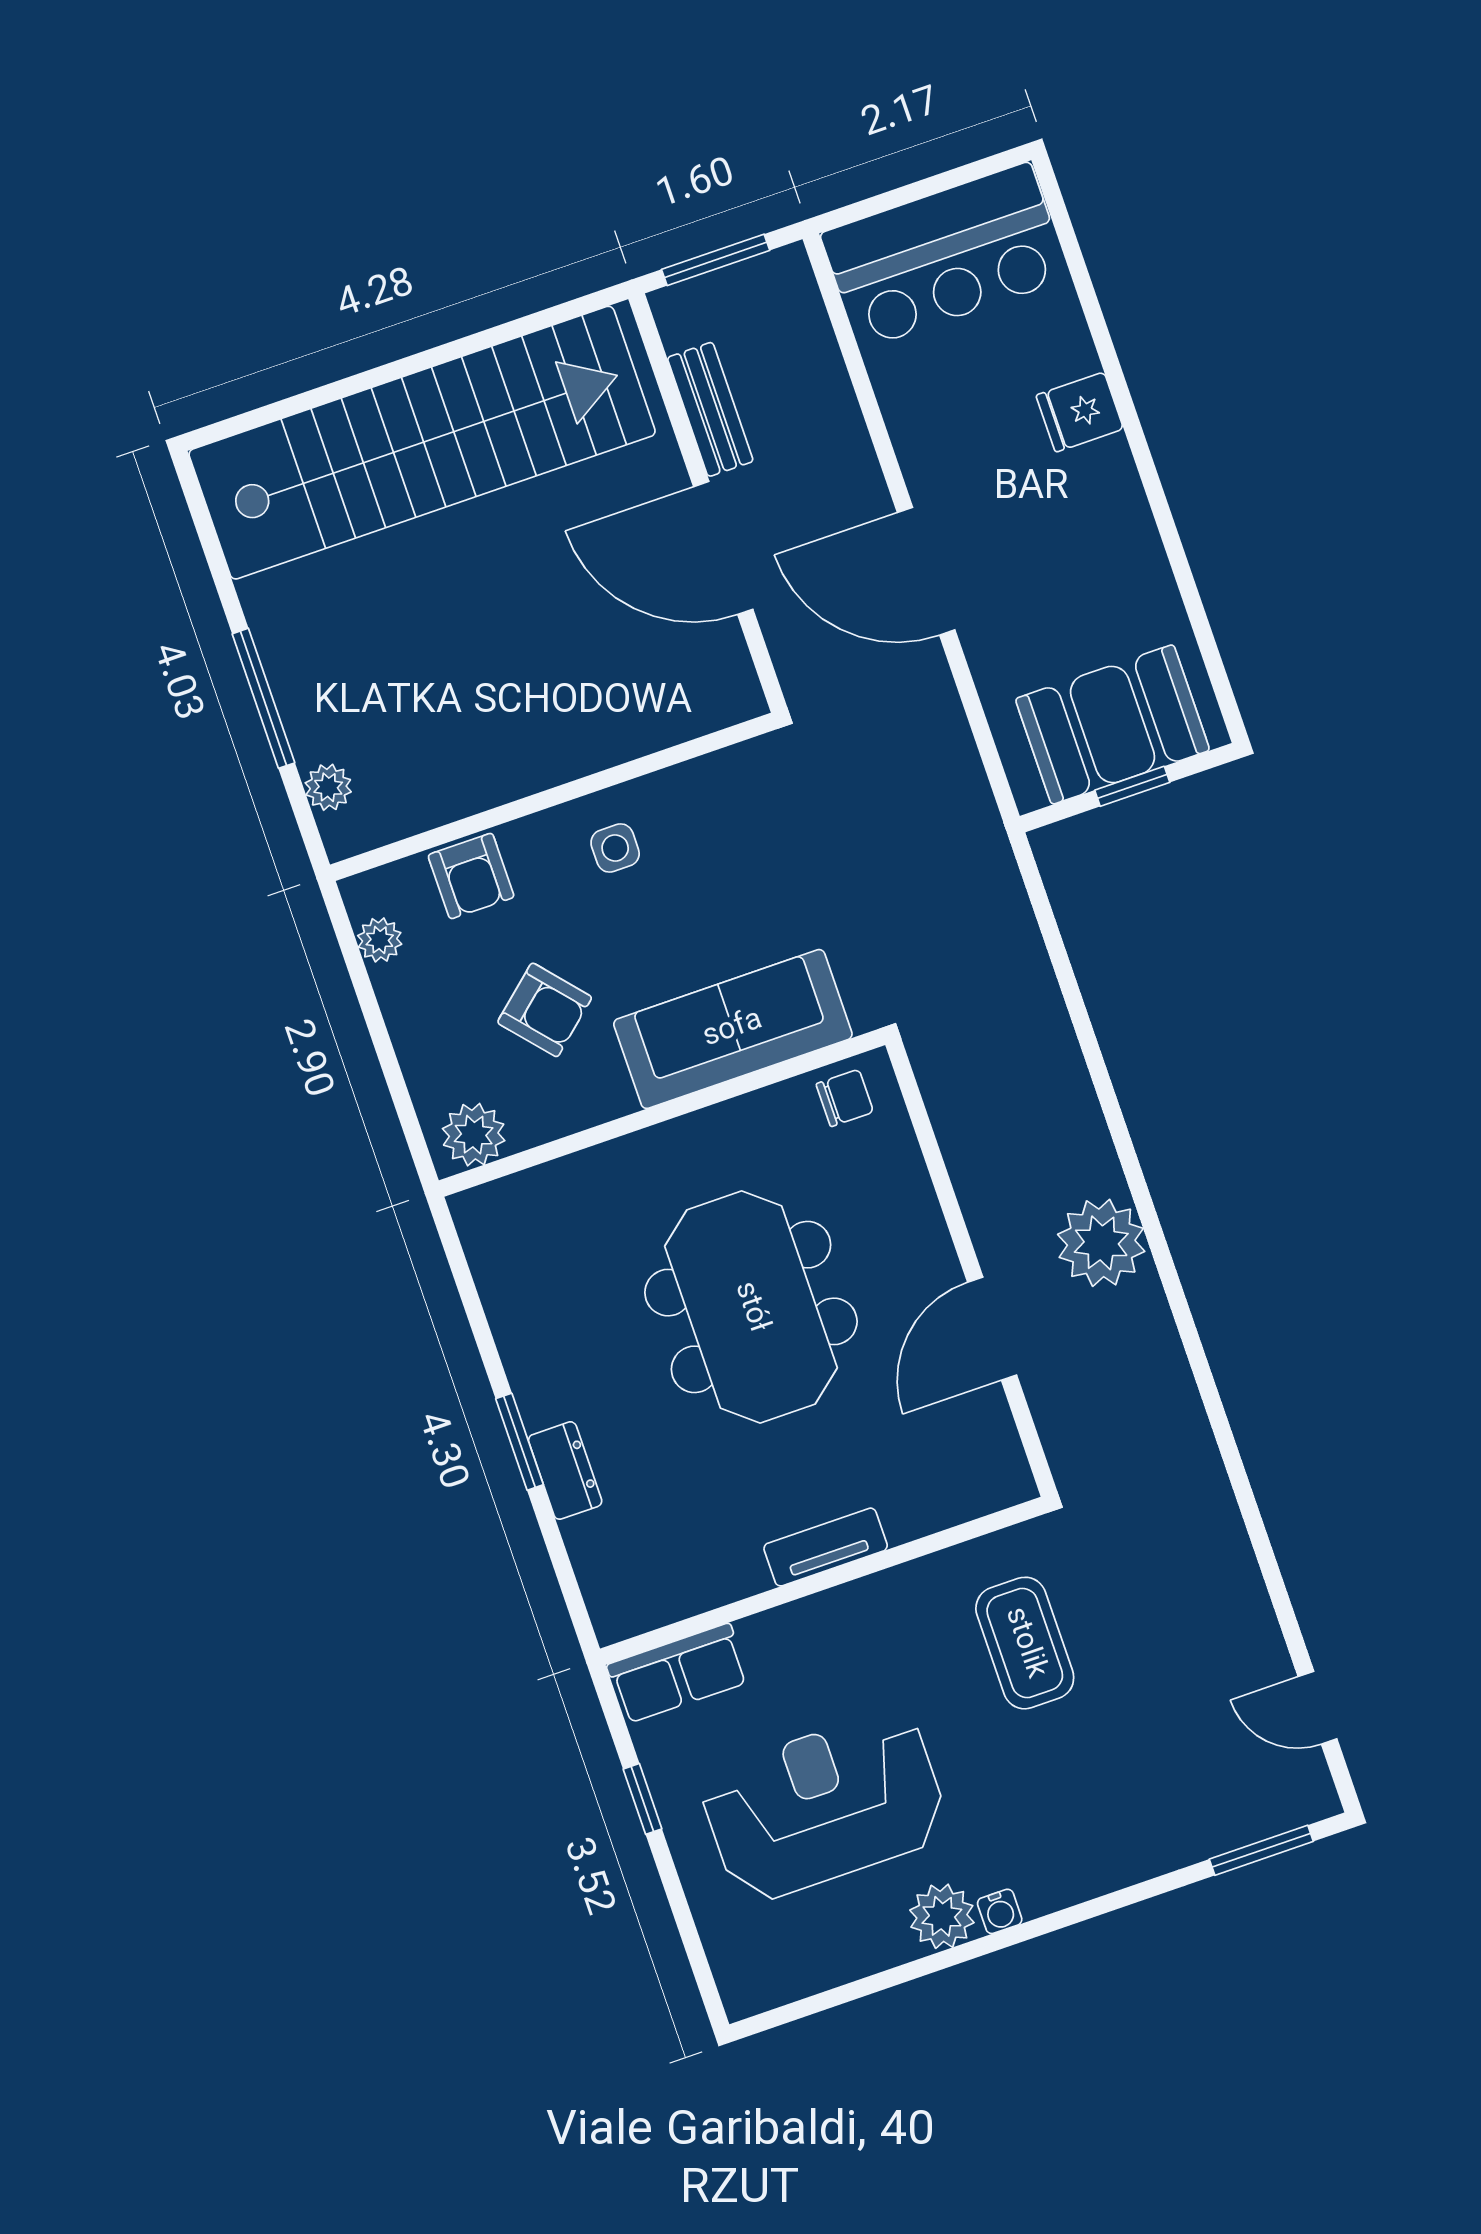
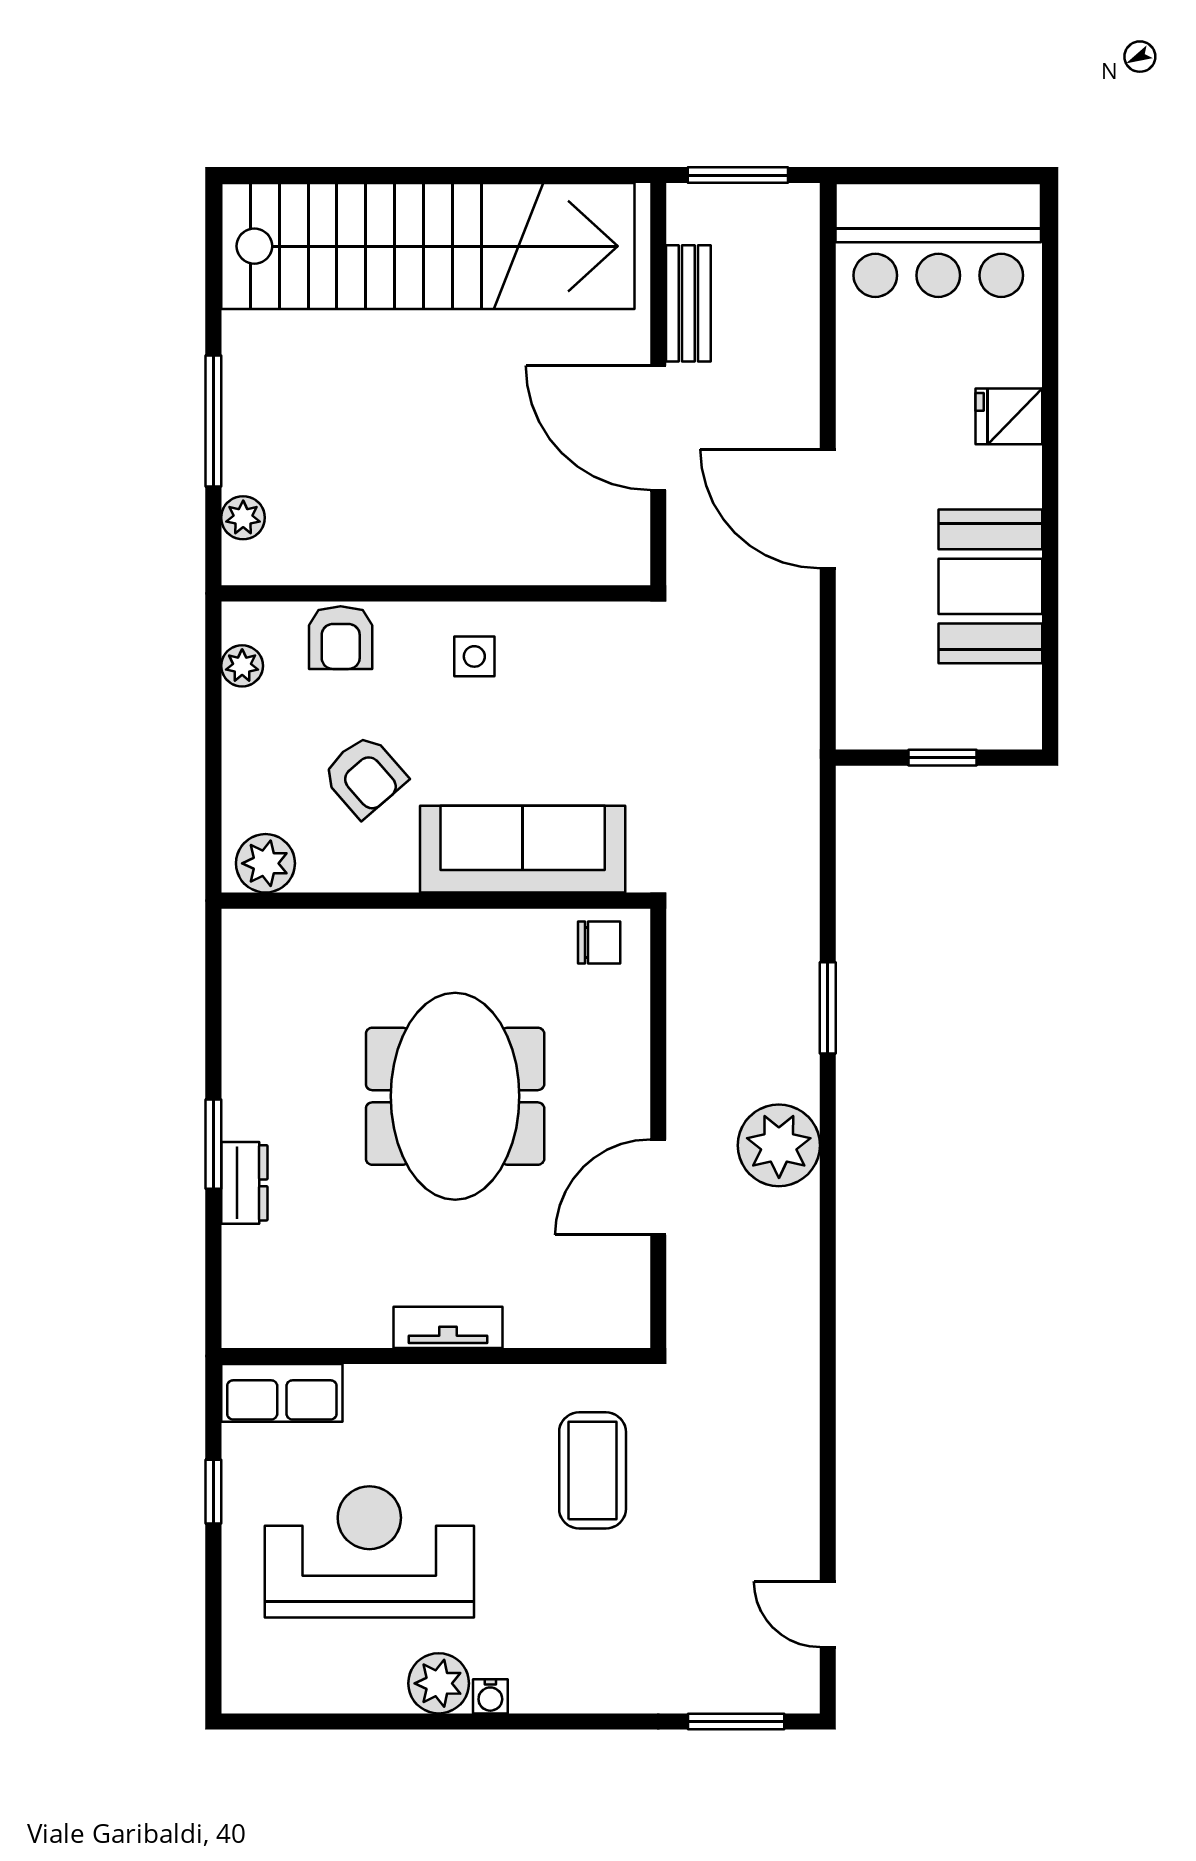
booth: (1112, 724) -> (990, 586), moved, turned 90
window: (1103, 1084) -> (828, 1008), added

